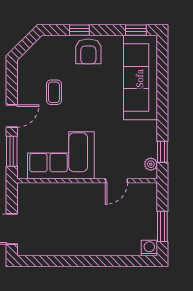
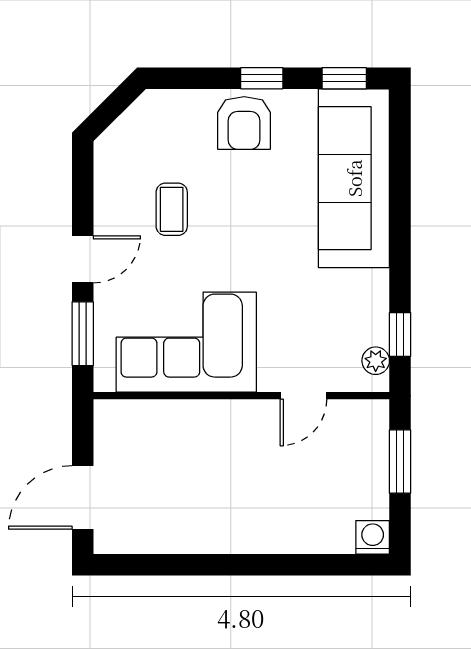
window: (79, 30) -> (262, 78), moved
window: (162, 226) -> (400, 462), moved

